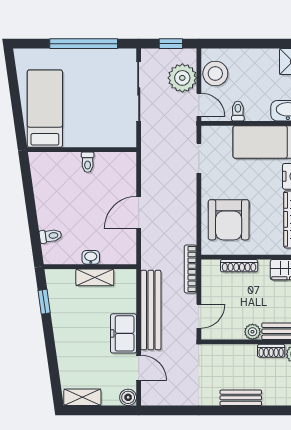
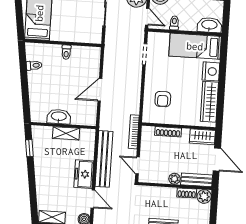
armchair: (229, 220) -> (163, 99), width x0.53, depth x0.53
toilet: (50, 236) -> (34, 65), moved
washbasin: (91, 257) -> (59, 117), width x1.91, depth x1.45
door: (199, 316) -> (138, 165), swing flipped

